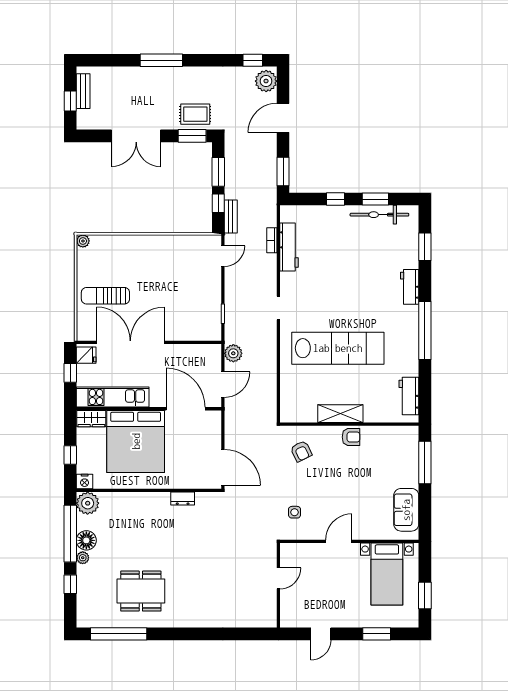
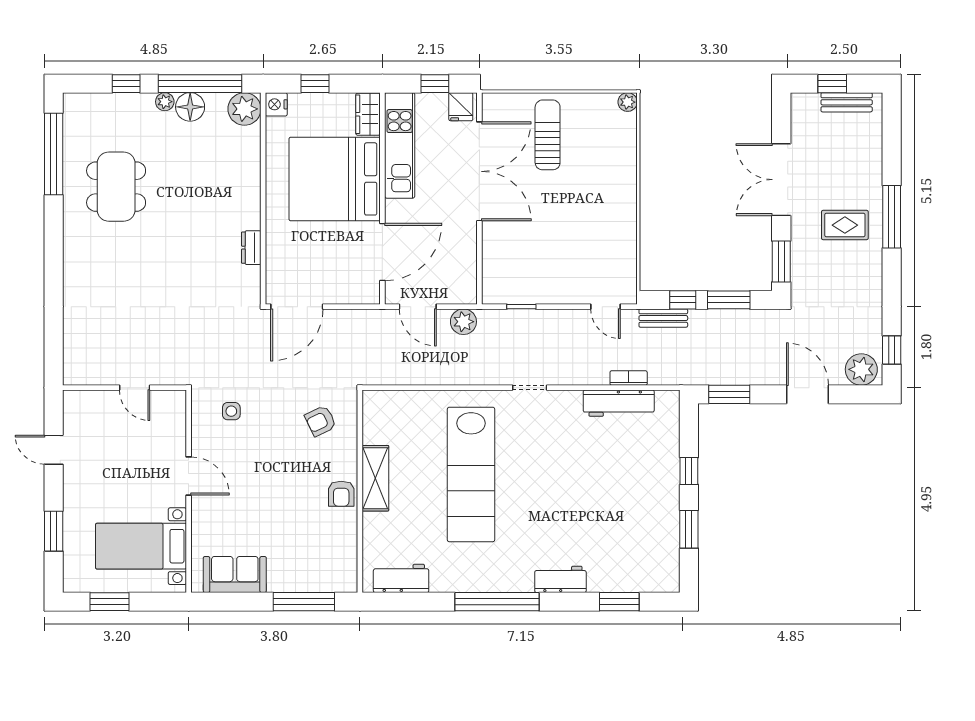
rug: (195, 114) -> (845, 225), moved, turned 90
bicycle: (379, 215) -> (666, 535), removed

